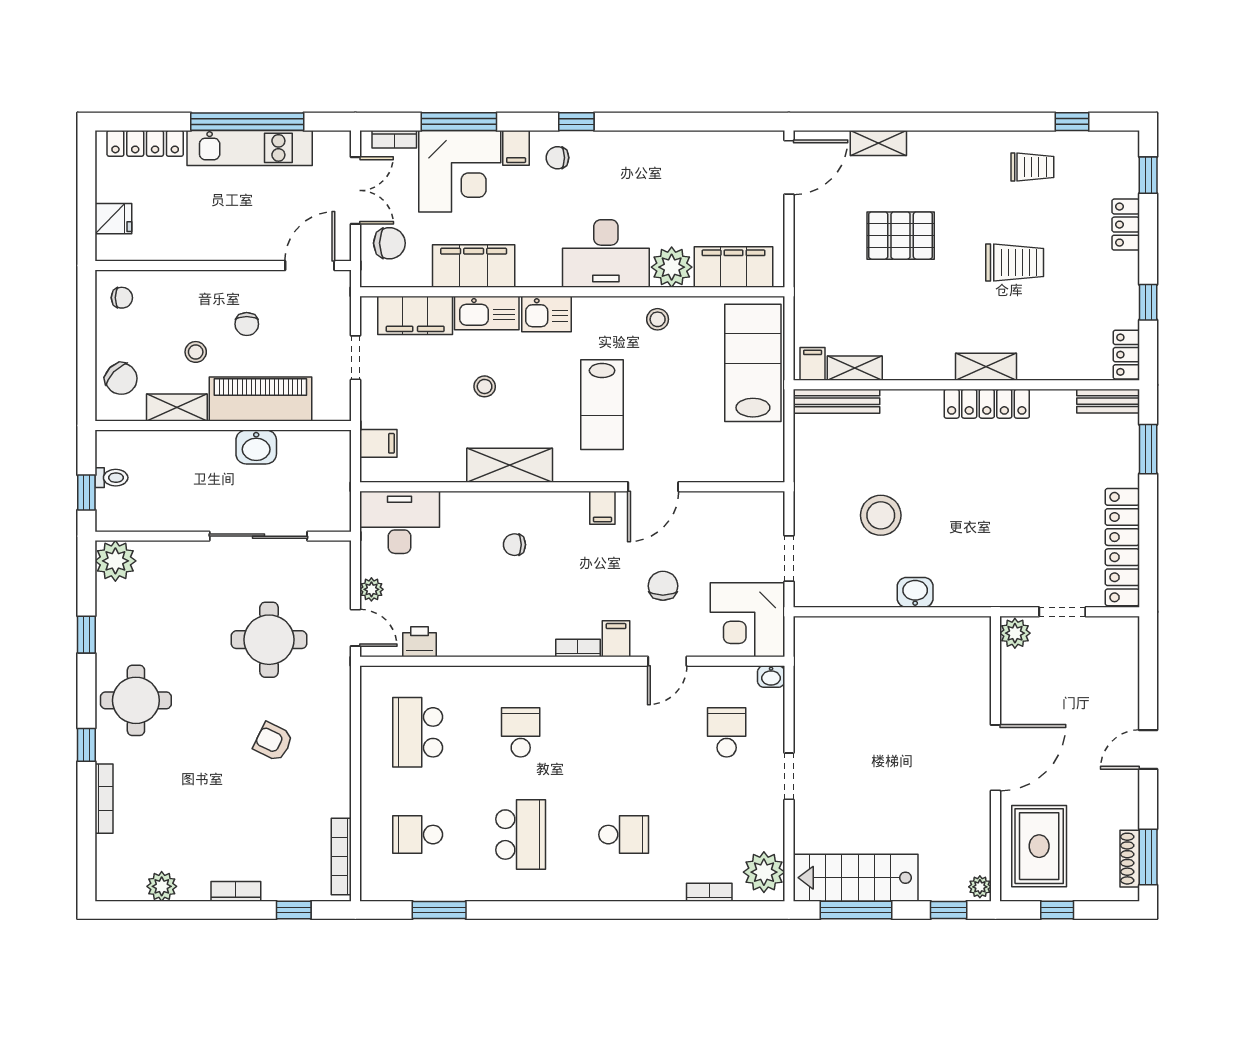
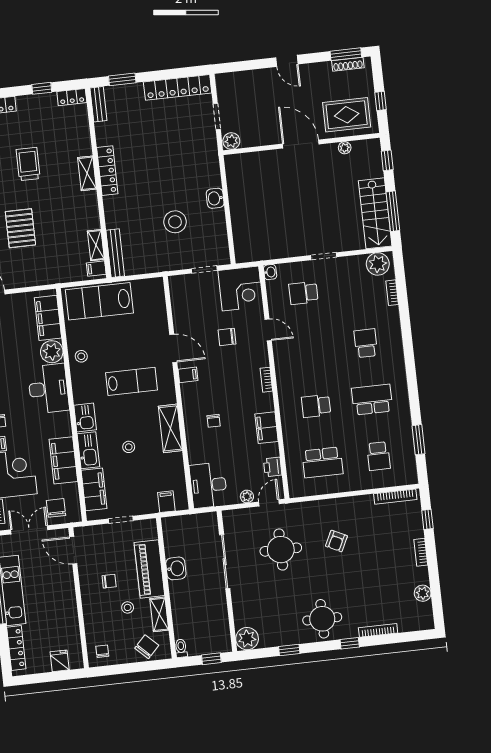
toilet: (111, 478) -> (181, 648), moved
filing cabinet: (616, 639) -> (267, 428), moved, width x2.00
plant: (980, 887) -> (345, 148), moved

